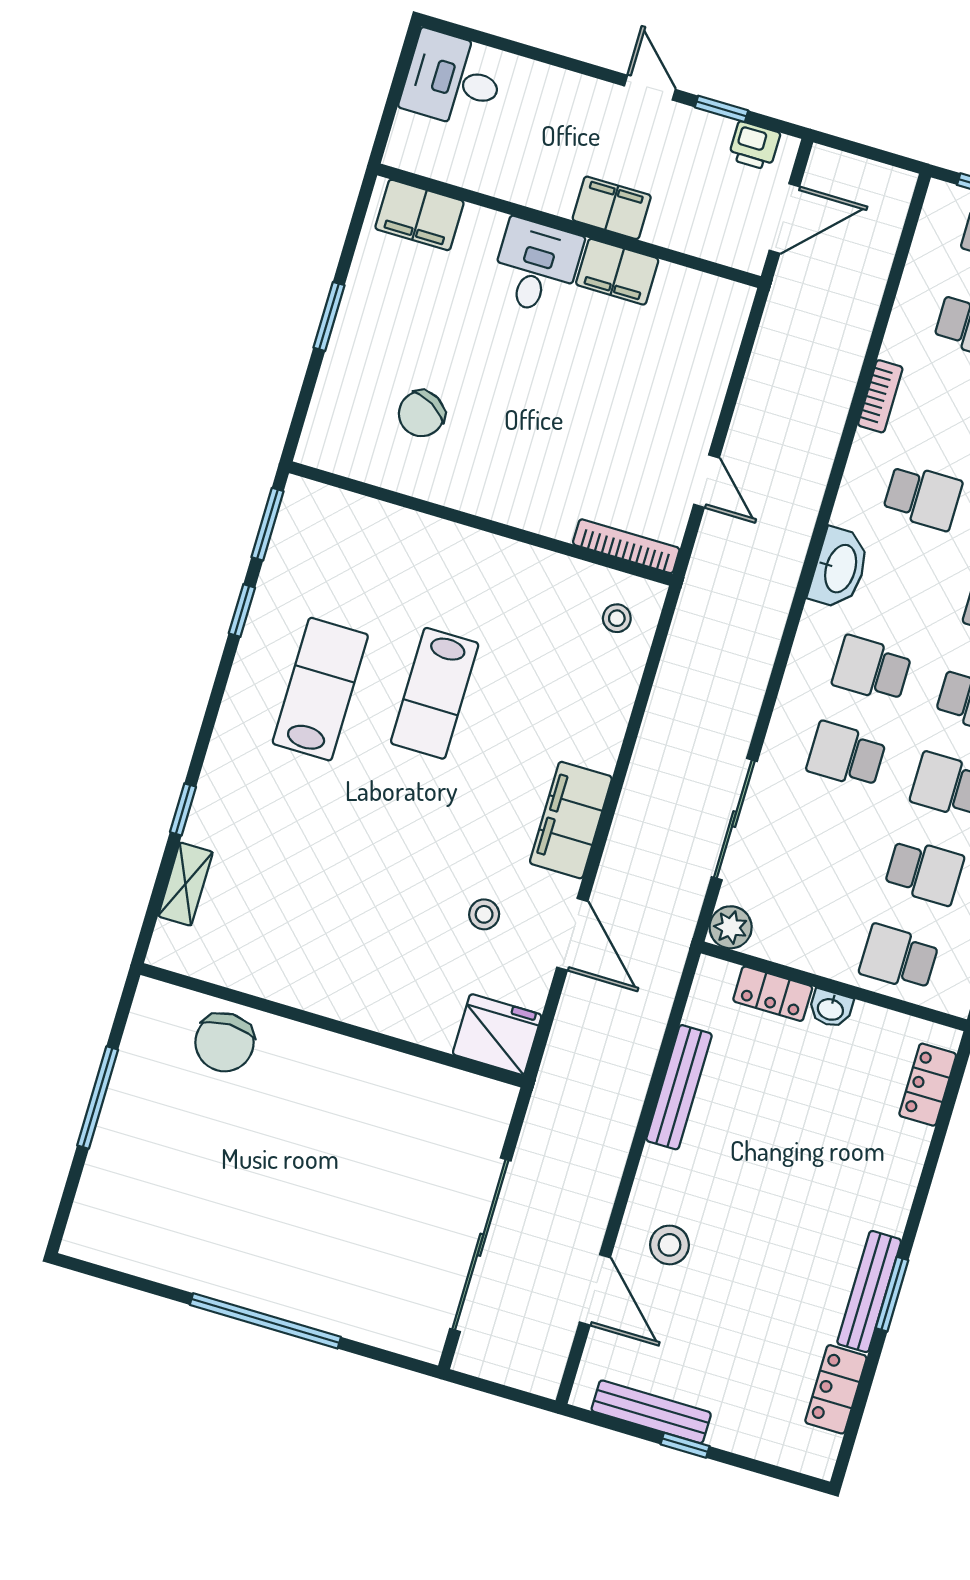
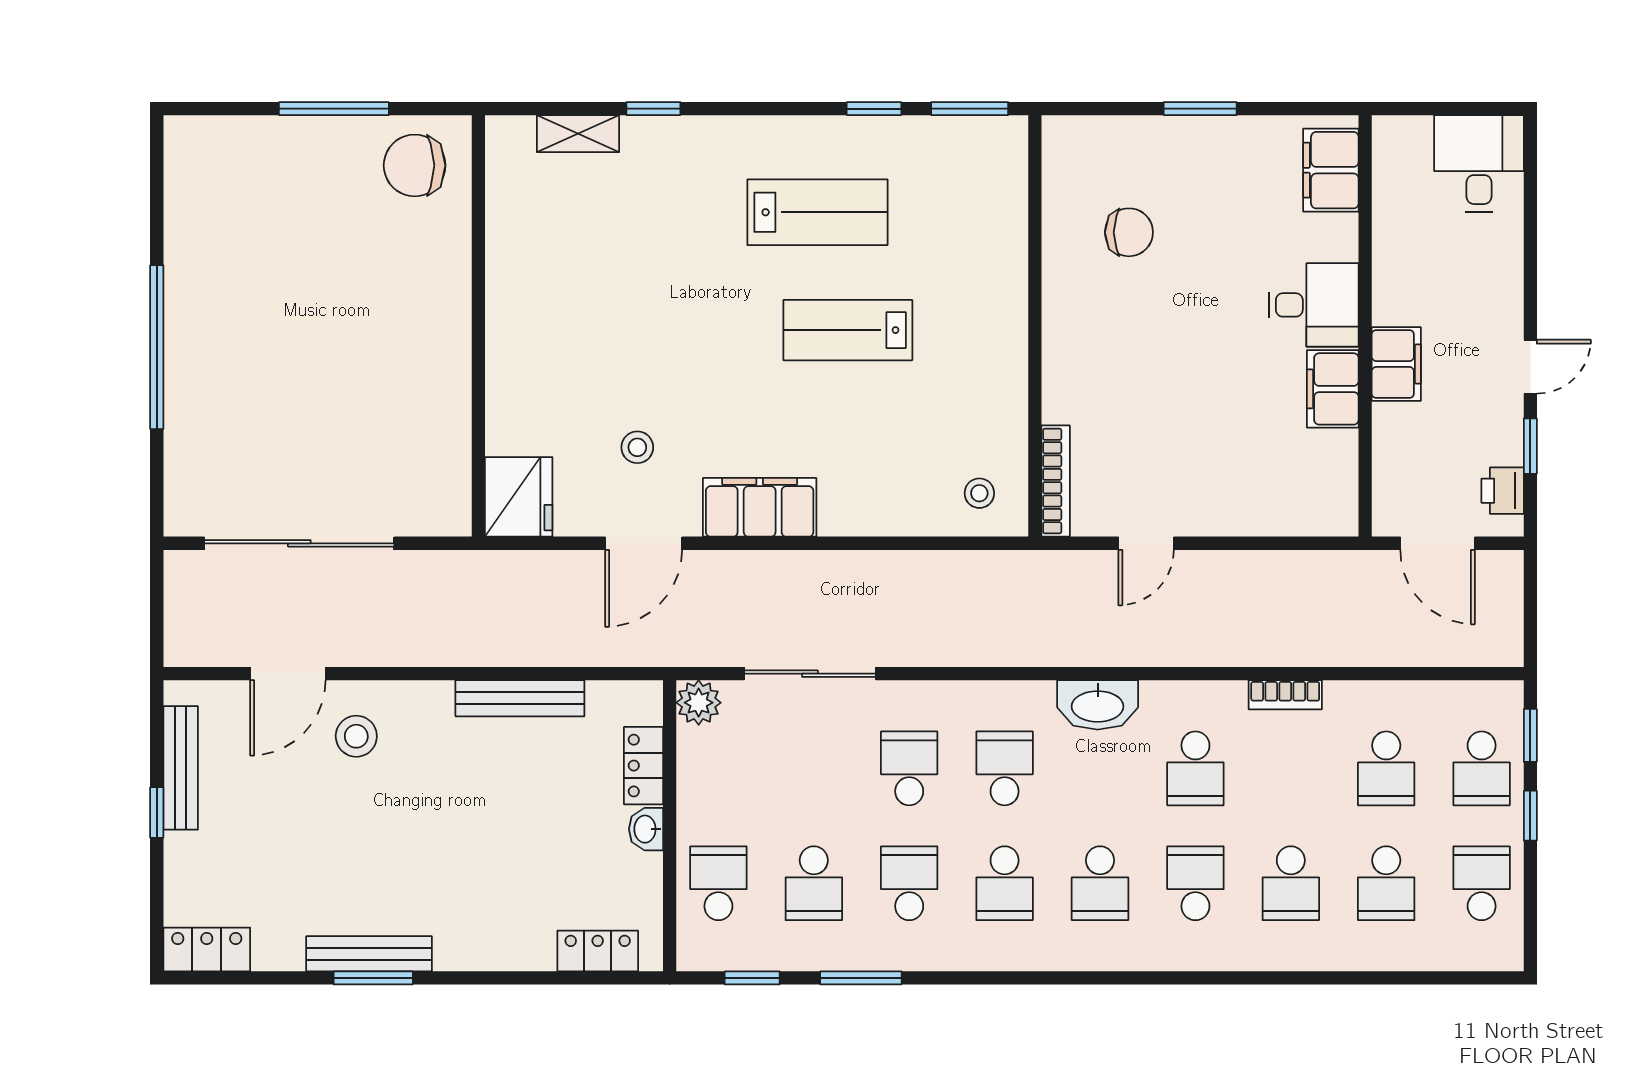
chair: (422, 414) -> (1129, 232), turned 150
chair: (225, 1042) -> (415, 165), moved
locker: (836, 1389) -> (207, 949), moved

